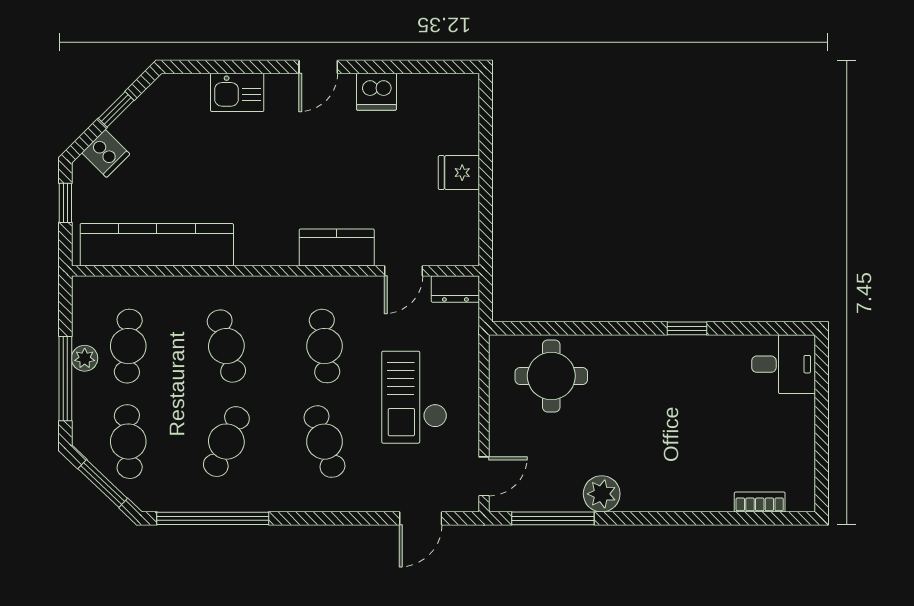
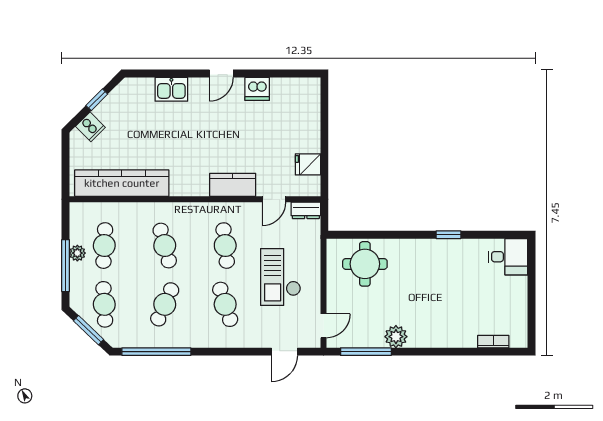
fridge: (459, 173) -> (308, 164), moved
window: (65, 203) -> (66, 157), removed

